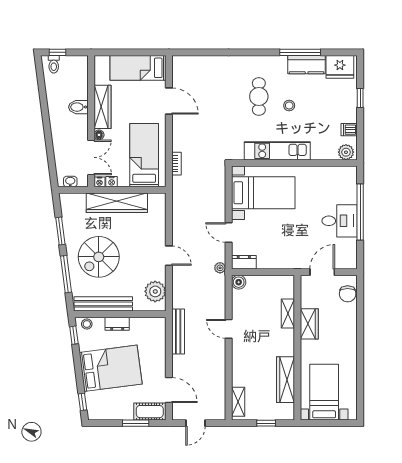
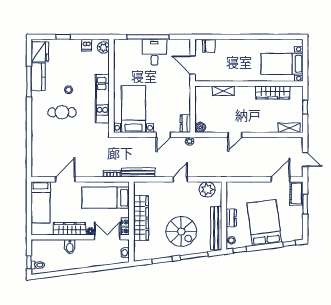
wardrobe: (309, 324) -> (231, 75), removed
bench: (178, 332) -> (138, 172), moved

